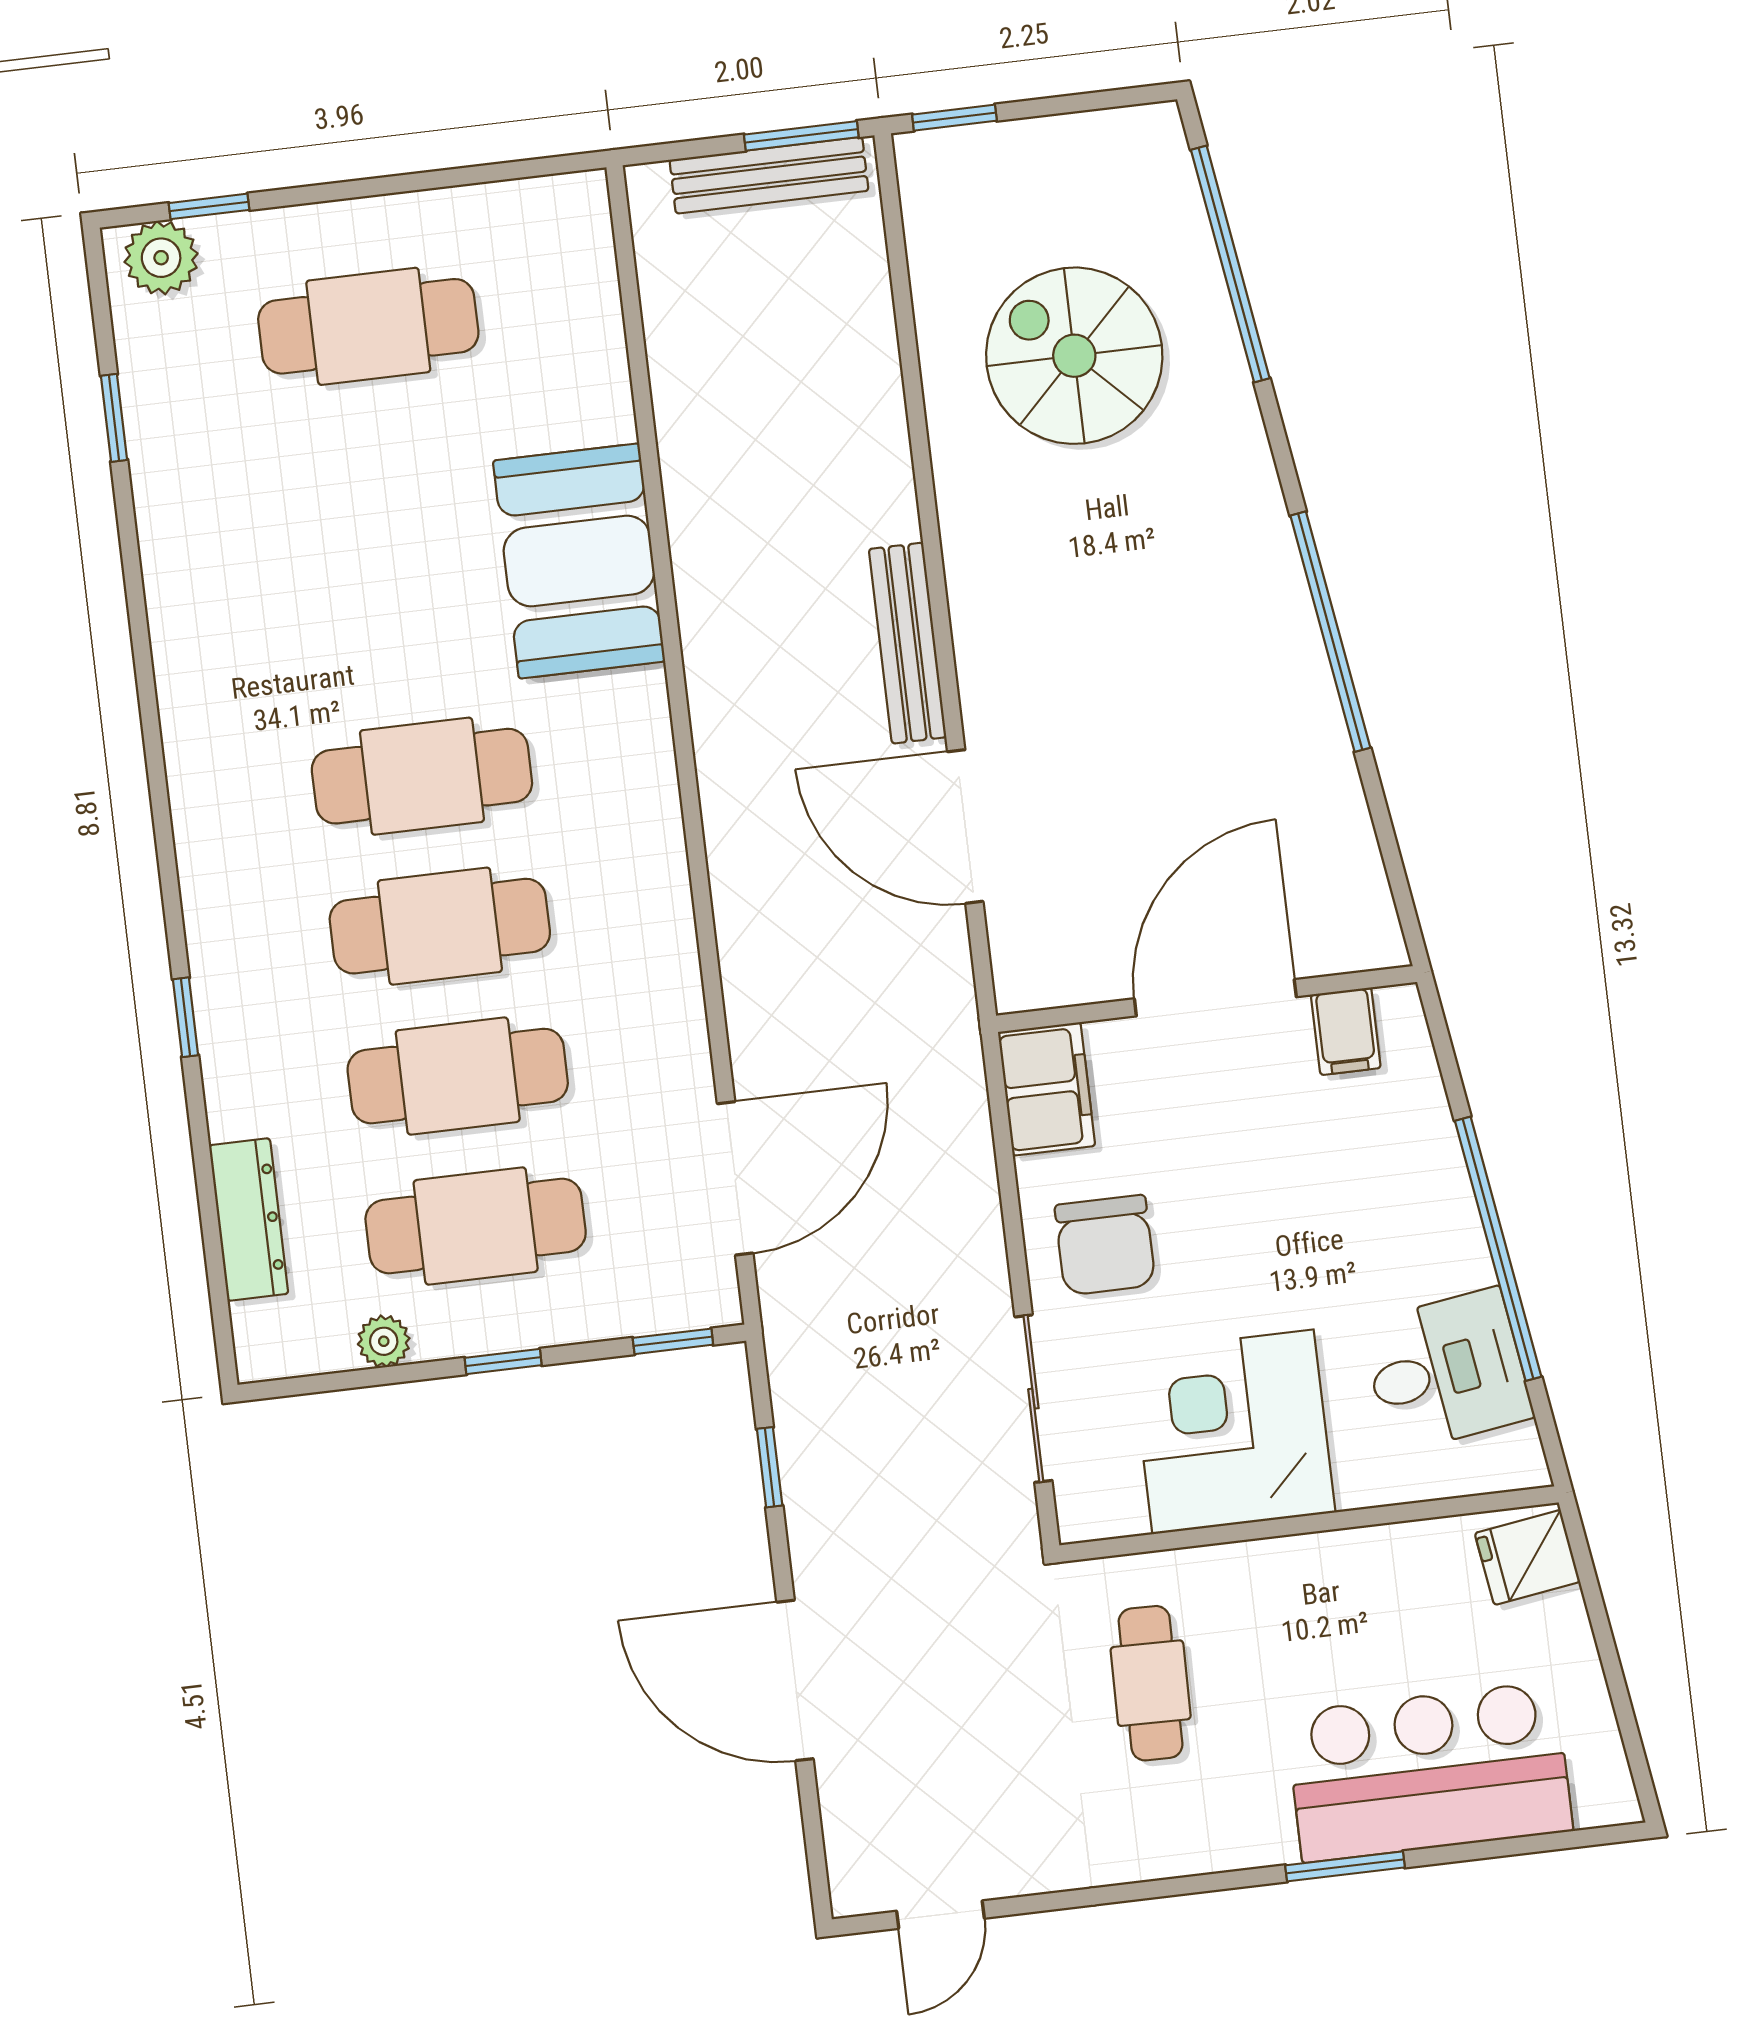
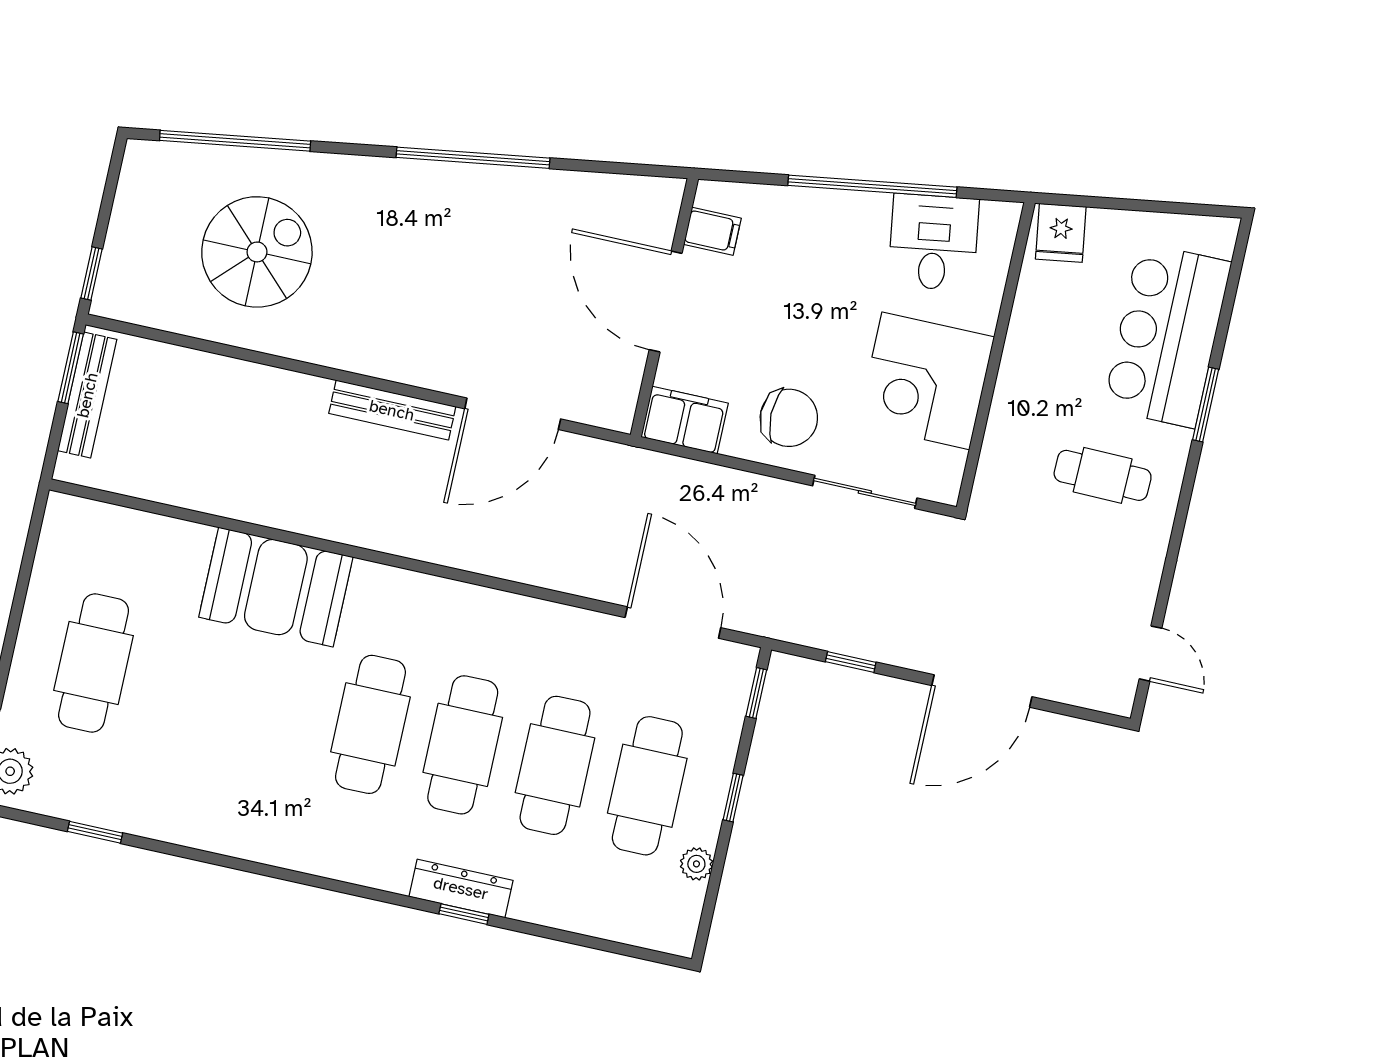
spiral stairs: (1074, 356) -> (257, 252), turned 180
dresser: (249, 1220) -> (461, 888), moved
cafe table: (1151, 1683) -> (1103, 475), moved

